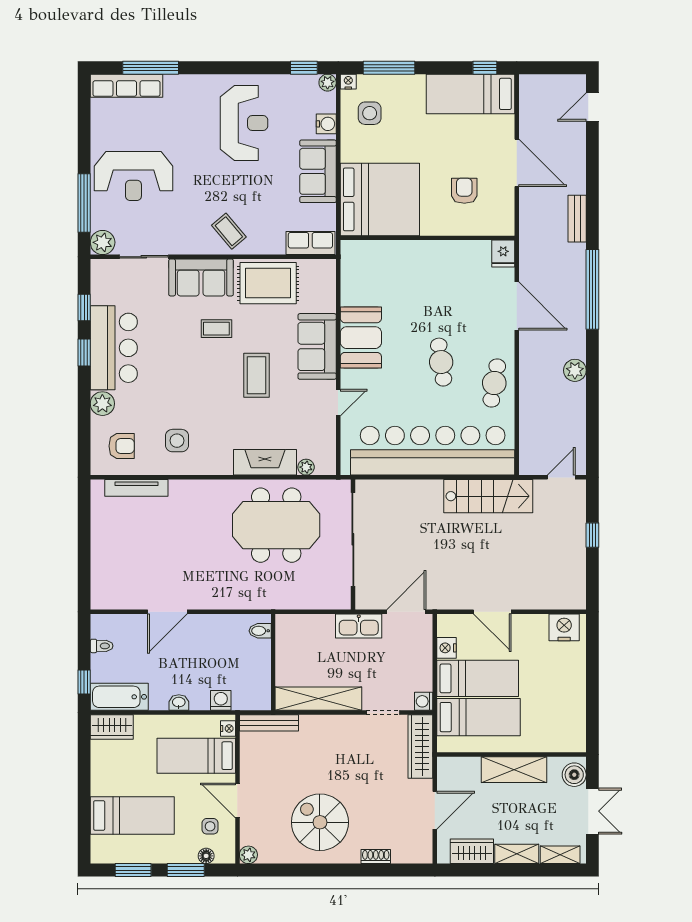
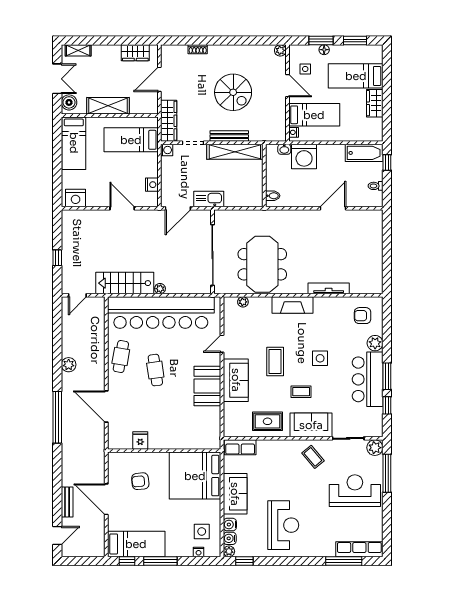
window: (389, 68) -> (160, 561), moved
nightstand: (348, 82) -> (199, 552), moved
water cooler: (326, 103) -> (230, 538), added
reception desk: (244, 123) -> (283, 525), turned 180
armchair: (464, 191) -> (140, 481), turned 84
bench: (577, 219) -> (67, 502), moved
coffee table: (229, 231) -> (313, 457), moved
fridge: (503, 254) -> (140, 440), moved
rug: (268, 283) -> (268, 421), width x0.73, depth x0.70
window: (84, 352) -> (387, 376), width x1.50
side table: (177, 441) -> (320, 358), moved
fireplace: (265, 462) -> (292, 305), moved
tv unit: (136, 488) -> (329, 288), moved
plant: (434, 488) -> (160, 289), added
meeting table: (276, 525) -> (262, 264), turned 90
bed: (478, 678) -> (74, 143), moved, turned -90
washing machine: (221, 700) -> (304, 156), width x1.89, depth x1.89
washbasin: (179, 703) -> (284, 149), moved
bench: (269, 723) -> (229, 136), moved
wardrobe: (112, 727) -> (375, 103), moved, turned -90
double door: (592, 811) -> (57, 79), swing flipped
spiral stairs: (320, 822) -> (233, 92), moved
shelving: (517, 854) -> (106, 51), removed
floor lamp: (206, 856) -> (324, 50), moved

